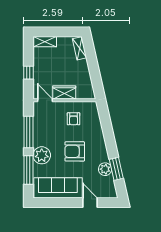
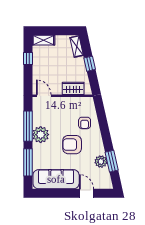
window: (93, 66) -> (90, 64), added
window: (28, 73) -> (28, 58), moved
wardrobe: (64, 92) -> (73, 88), moved
armchair: (74, 119) -> (85, 123), moved
plant: (42, 155) -> (41, 135), moved

